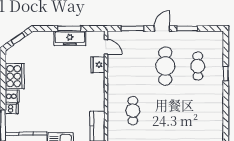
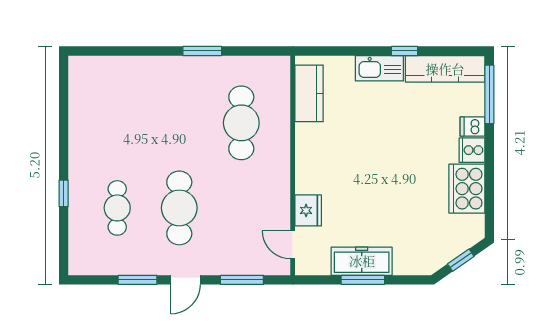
cafe table: (133, 111) -> (241, 123), width x1.37, depth x1.35

